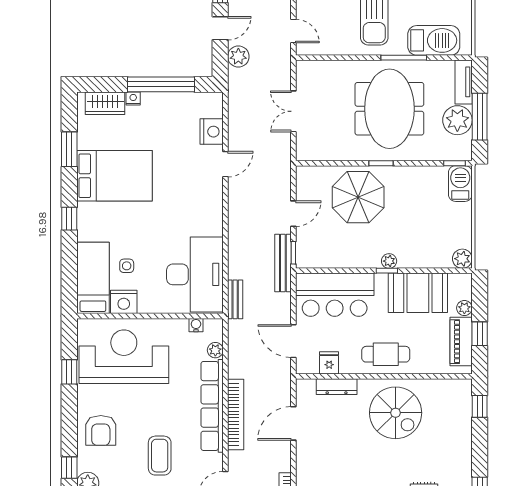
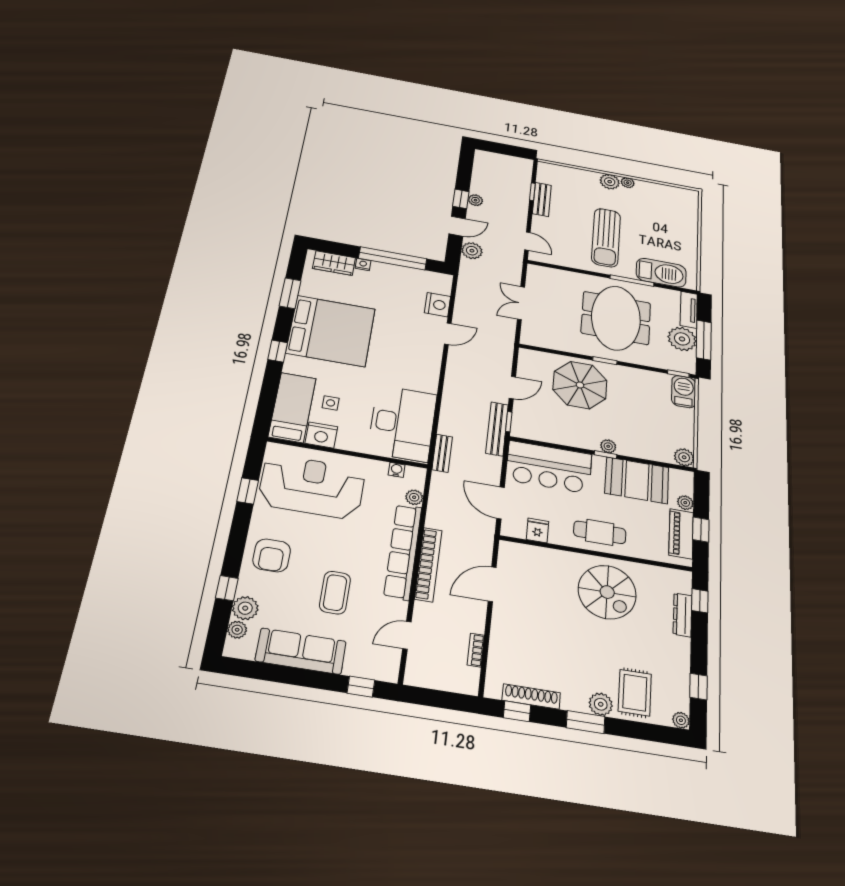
bed: (114, 176) -> (331, 331), width x1.36
dresser: (337, 387) -> (682, 615), moved, turned 90

